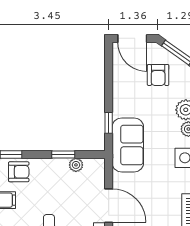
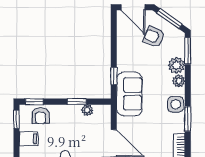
armchair: (158, 75) -> (154, 37), turned 113
armchair: (19, 172) -> (41, 116), turned 90

